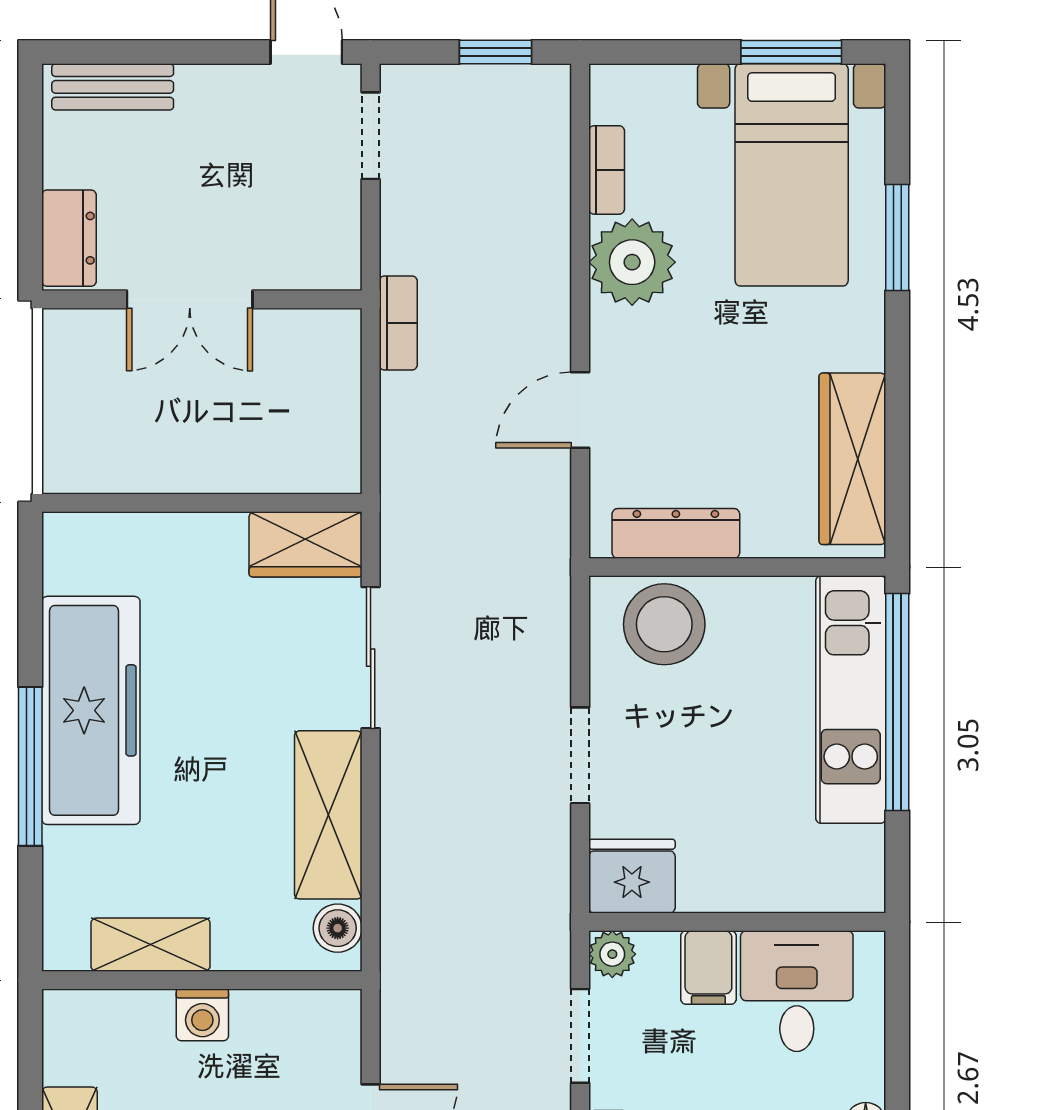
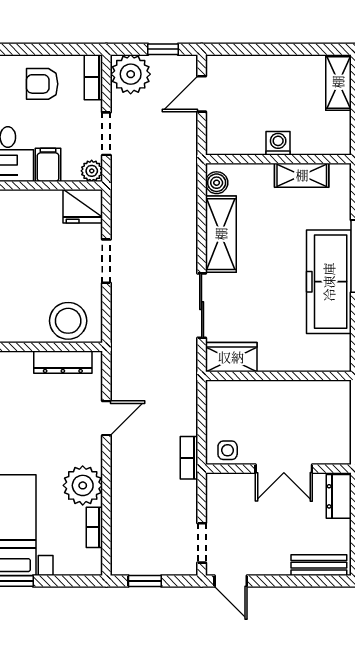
double door: (190, 299) -> (284, 469), swing flipped
side table: (314, 339) -> (228, 450), added

